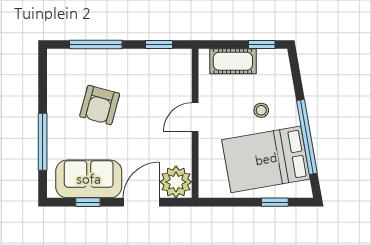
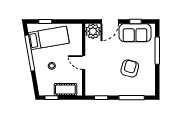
door: (195, 117) -> (84, 63), swing flipped
bed: (266, 159) -> (49, 38), width x0.67

